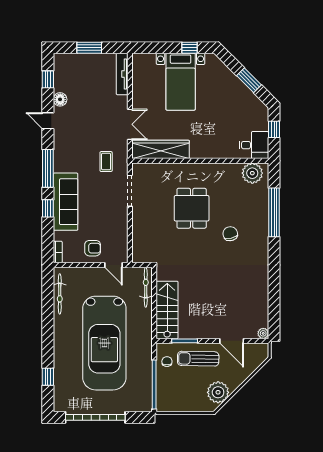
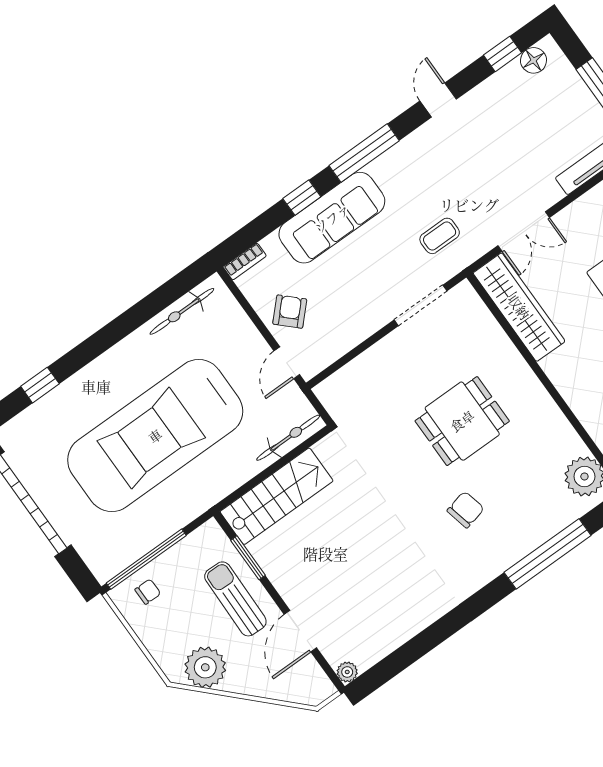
floor lamp: (60, 99) -> (534, 60), moved
armchair: (93, 248) -> (290, 312), turned -136
chair: (167, 362) -> (148, 592), moved

